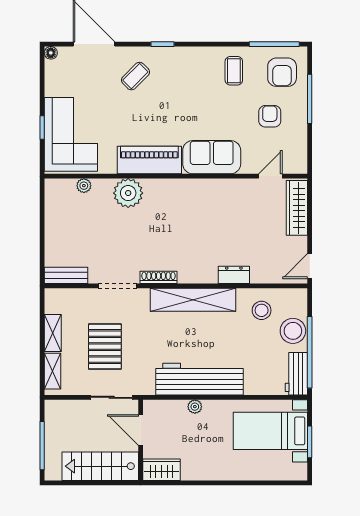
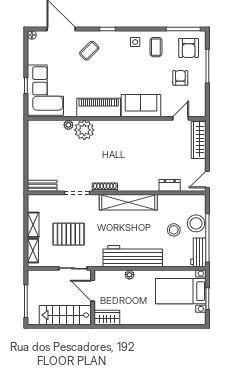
side table: (203, 63) -> (135, 42), added
plant: (84, 186) -> (68, 125), moved
dresser: (234, 275) -> (170, 185), moved
stool: (262, 310) -> (174, 230), moved
pallet: (105, 347) -> (69, 234), turned 90

